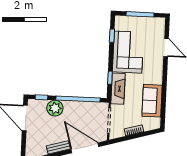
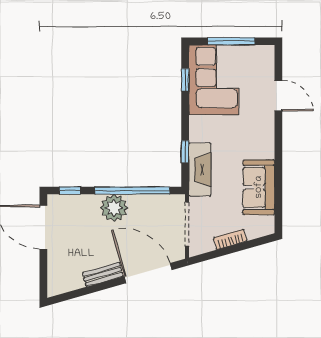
corner sofa: (128, 52) -> (214, 80), moved
plant: (55, 108) -> (114, 208), moved

